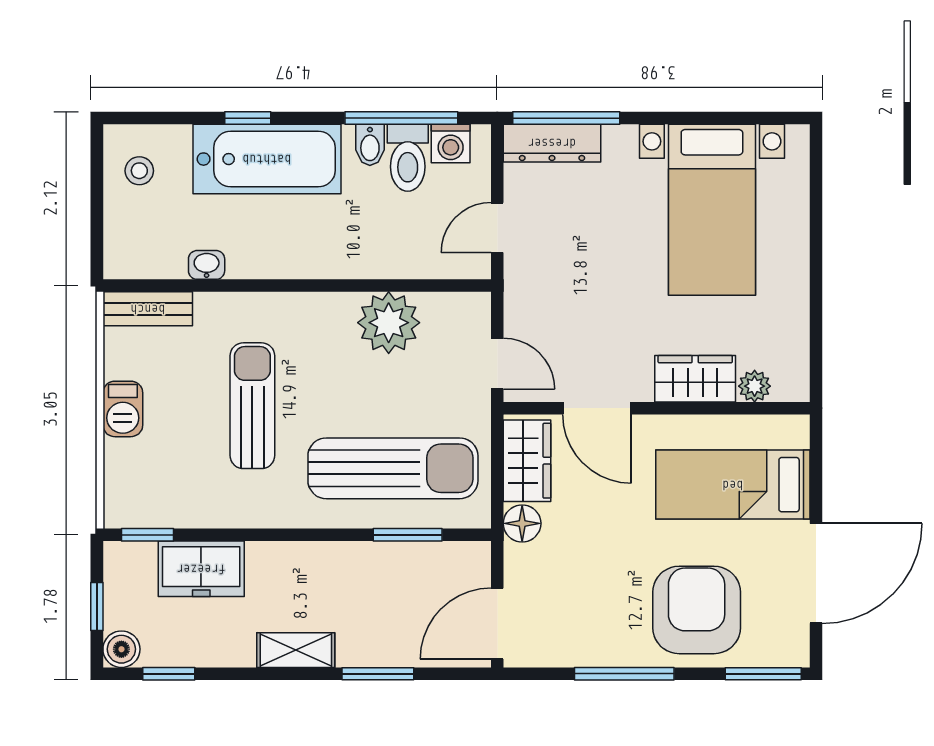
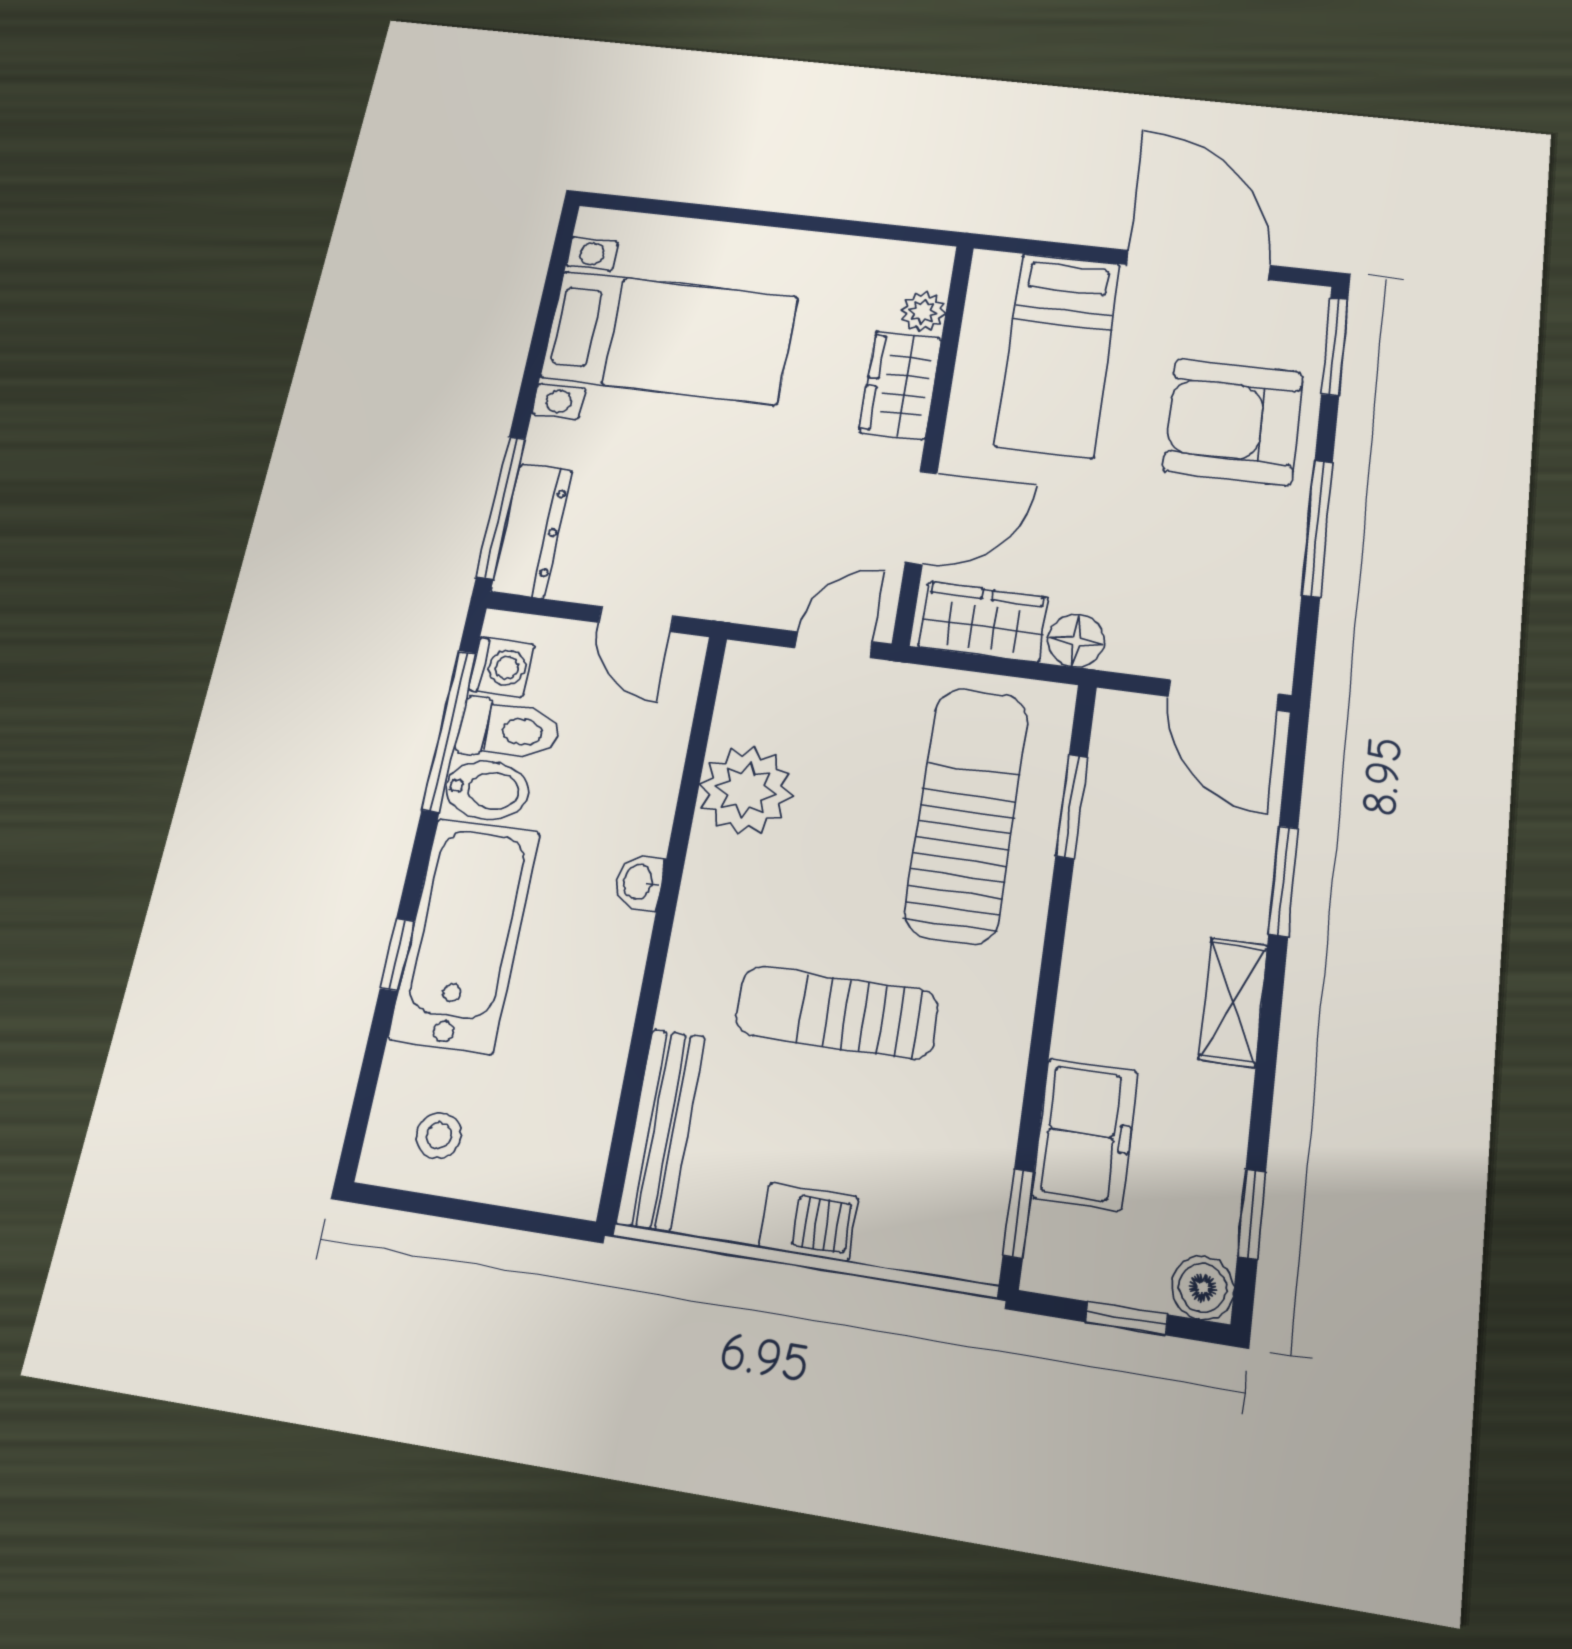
bidet: (370, 145) -> (487, 790), width x1.38, depth x1.36
washbasin: (207, 265) -> (639, 882), moved
bench: (148, 309) -> (661, 1130), width x1.36

